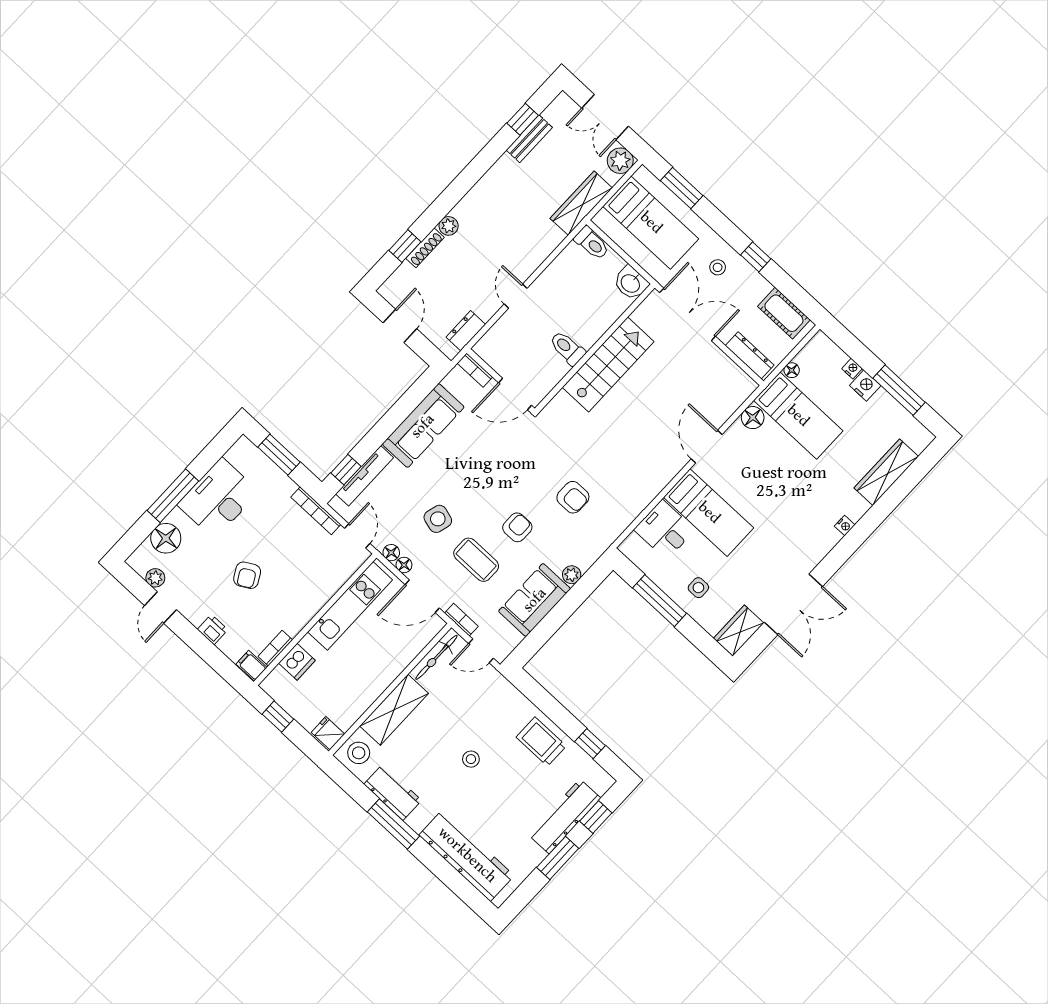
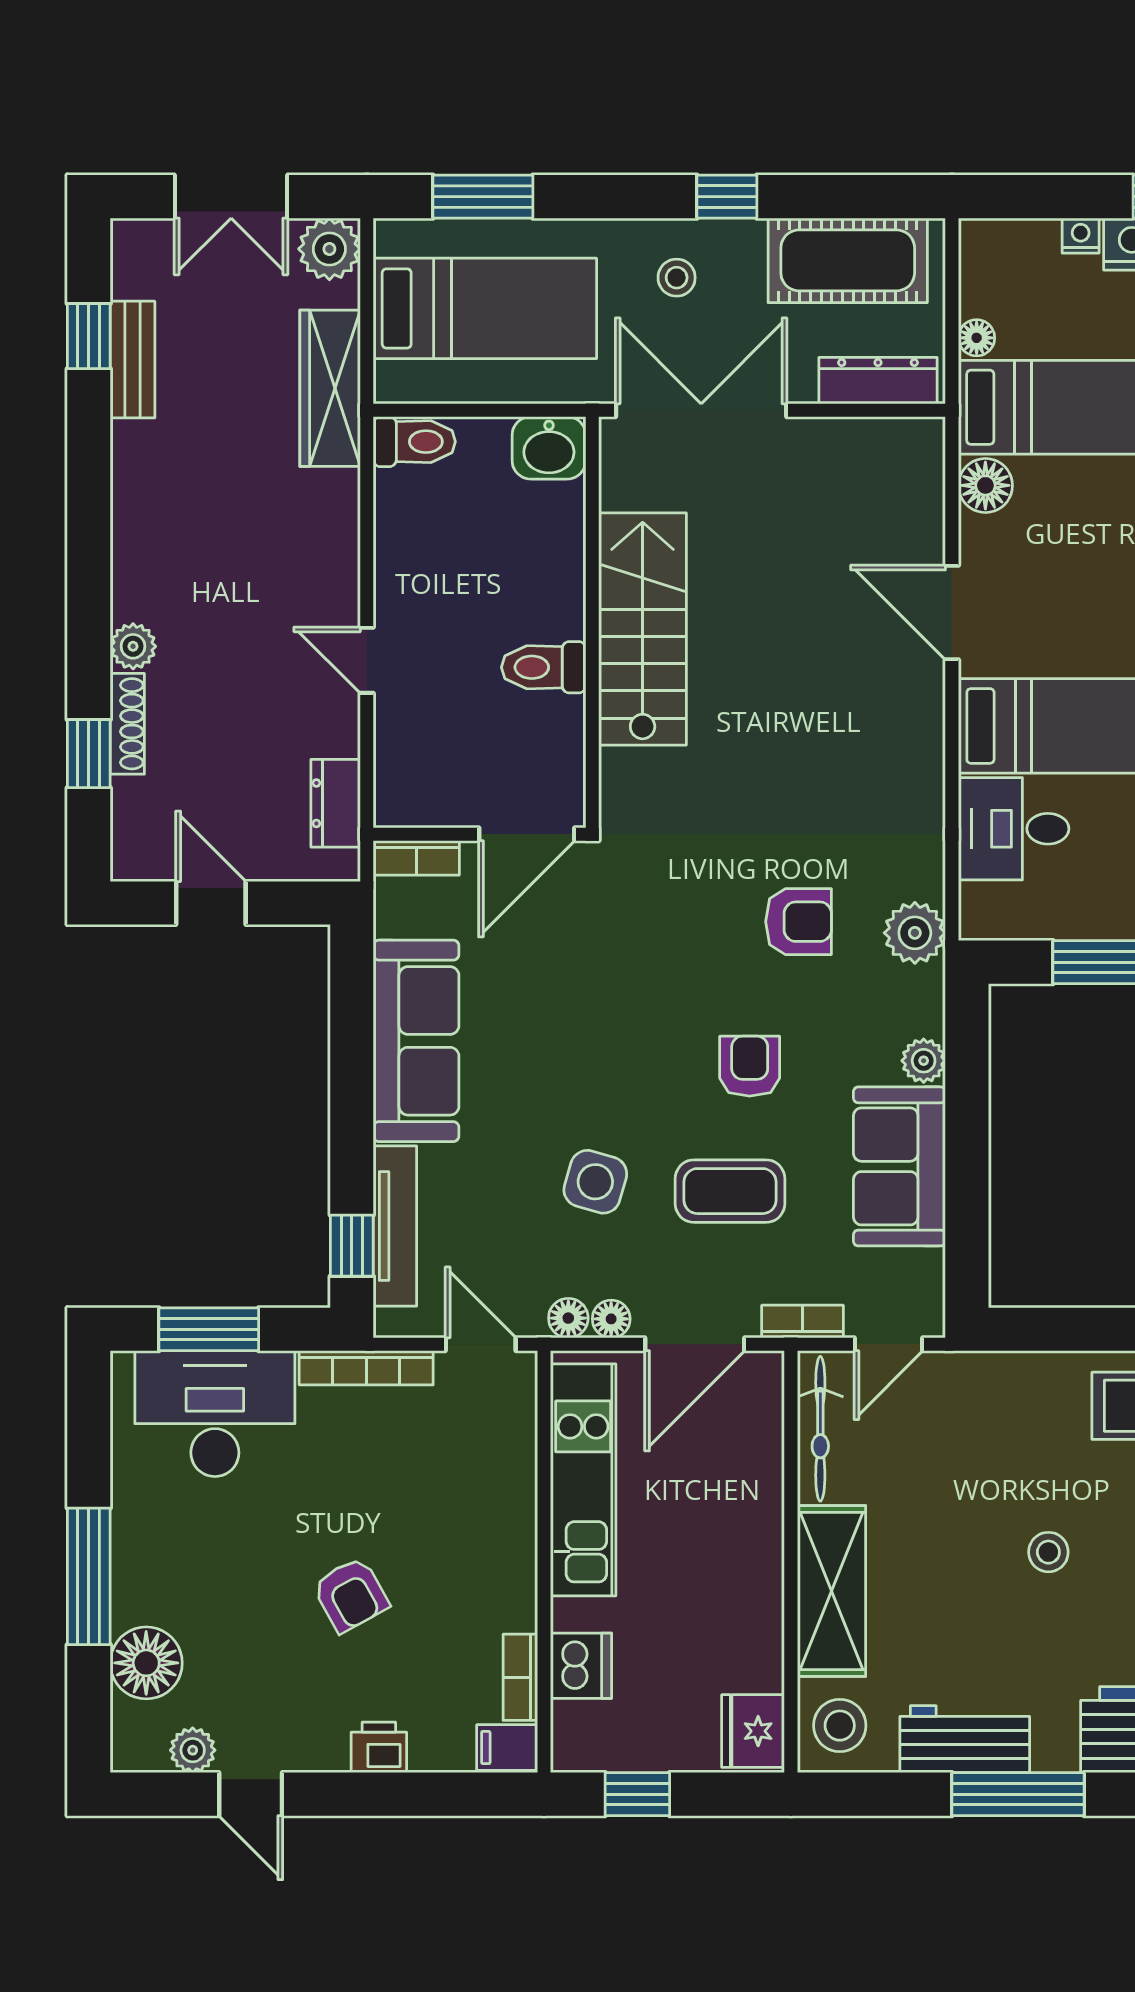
cot: (784, 313) -> (848, 260), width x1.37, depth x1.34
desk: (218, 498) -> (215, 1414), moved, turned 90
plant: (605, 533) -> (915, 933), added
fridge: (328, 733) -> (753, 1731), width x1.38

